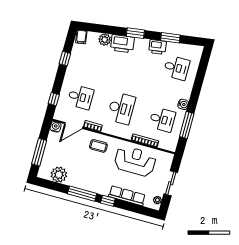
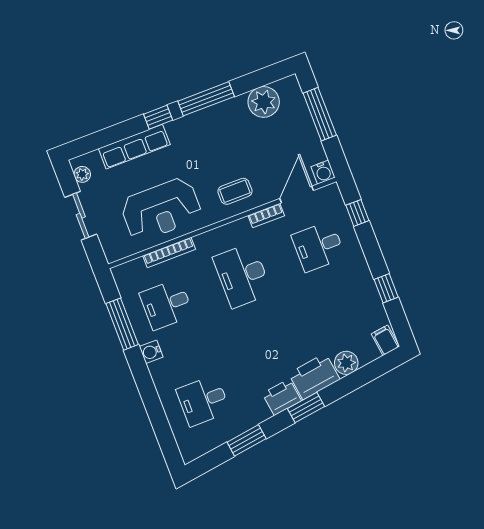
printer: (158, 47) -> (282, 397), moved

